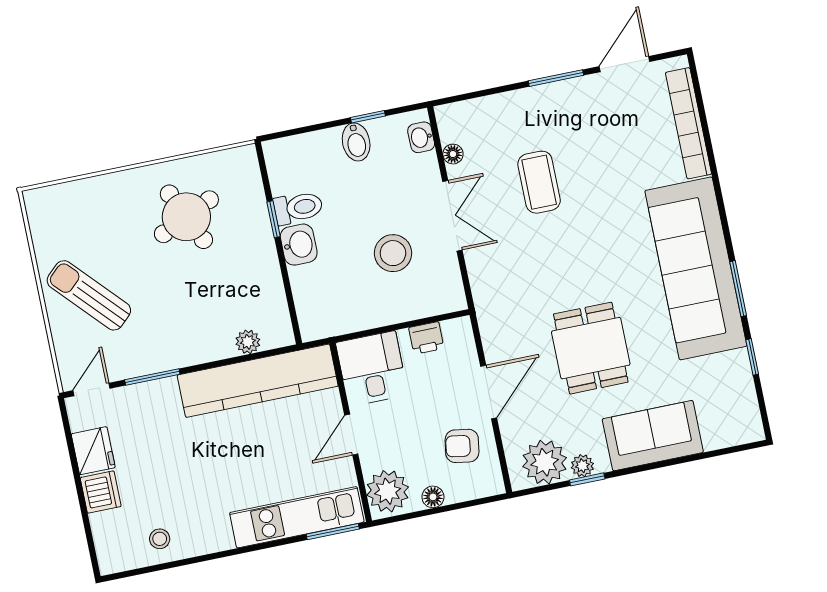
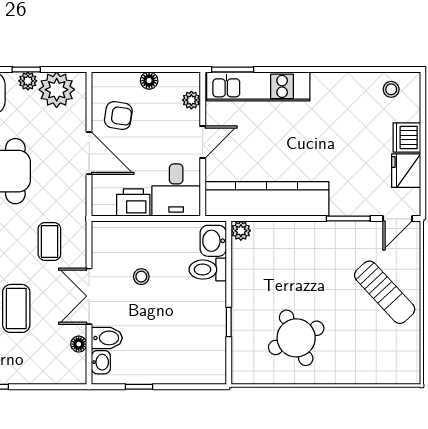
bidet: (356, 142) -> (107, 338), moved, turned 90
toilet: (298, 208) -> (208, 270), moved
washbasin: (299, 245) -> (213, 241), moved
stool: (393, 253) -> (141, 277), width x0.53, depth x0.53
coffee table: (515, 273) -> (49, 241), added
printer: (426, 338) -> (133, 203), width x1.36, depth x1.24
plant: (248, 342) -> (241, 231), moved
door: (489, 392) -> (89, 153), swing flipped
plant: (388, 491) -> (191, 100), width x0.53, depth x0.53
stool: (160, 539) -> (391, 89), moved

